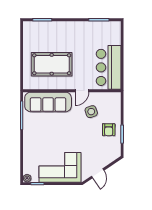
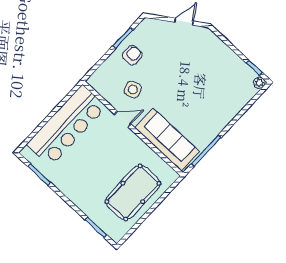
pool table: (52, 64) -> (133, 192), moved, turned 90
bar counter: (109, 67) -> (67, 126), width x1.36
corner sofa: (60, 167) -> (216, 63), removed

